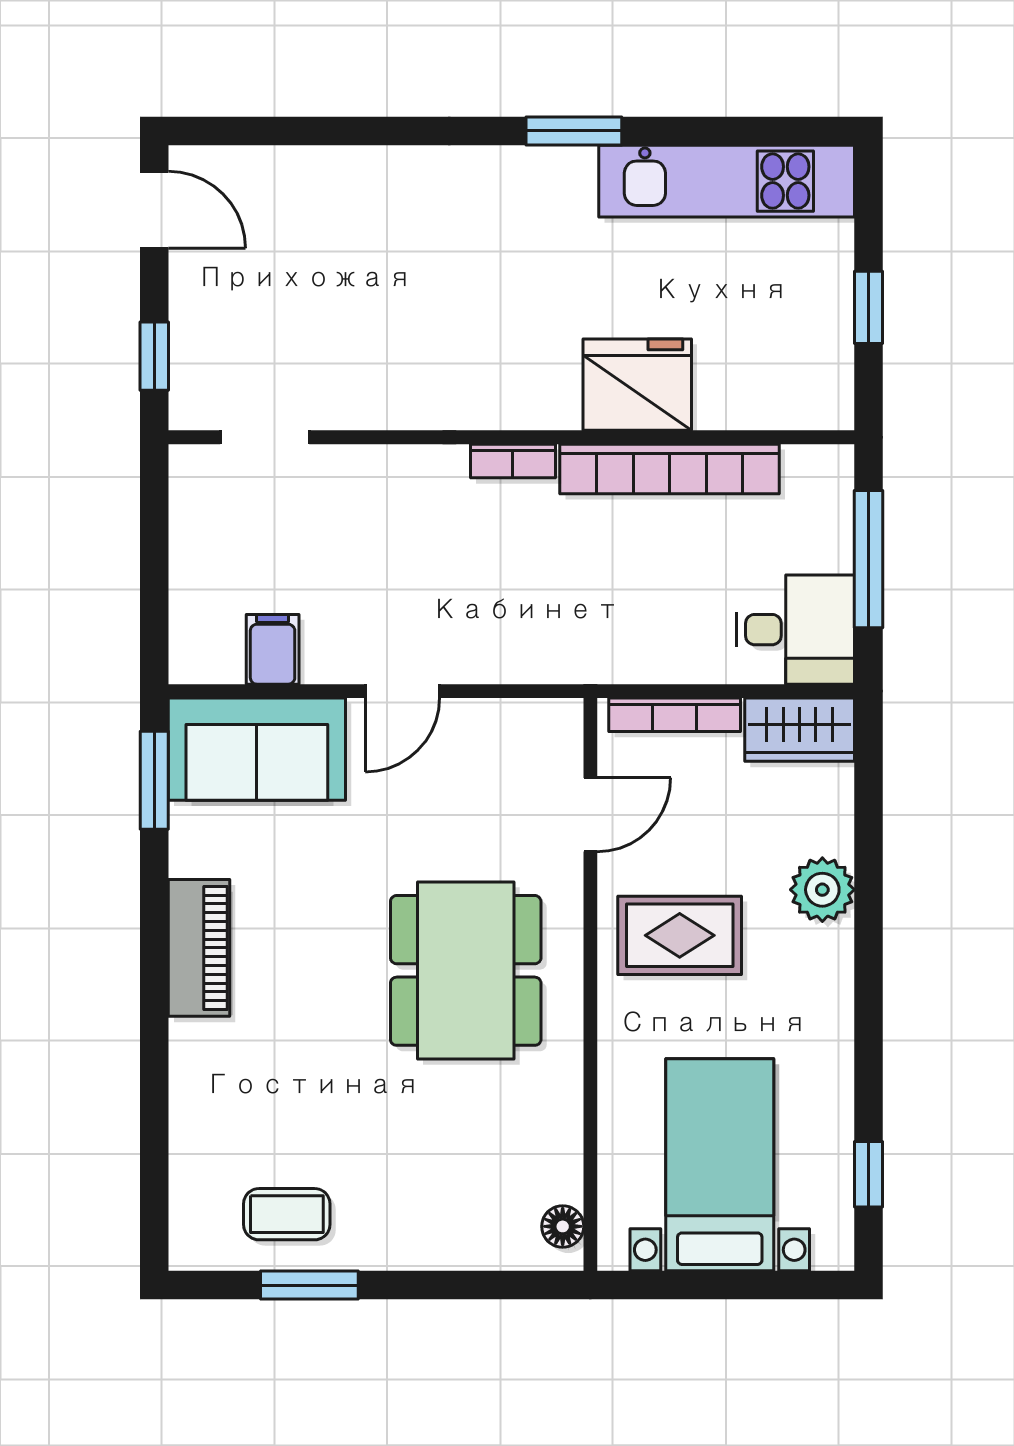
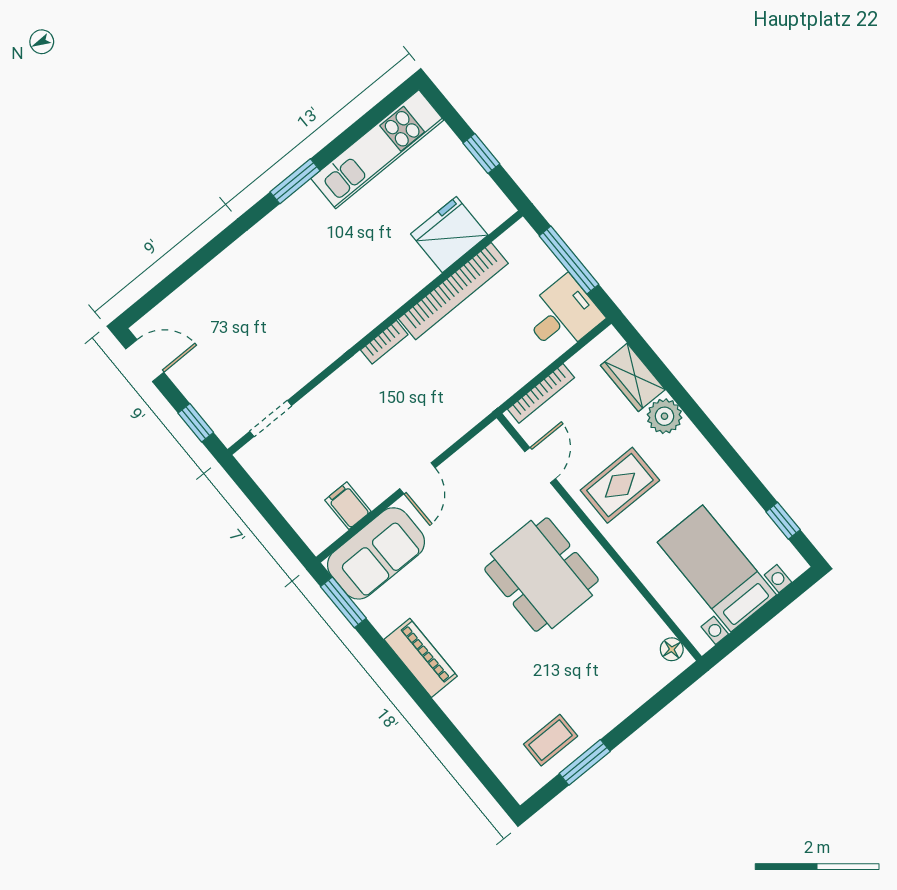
fridge: (637, 385) -> (449, 235), moved
wardrobe: (800, 730) -> (633, 377), moved, turned 90

